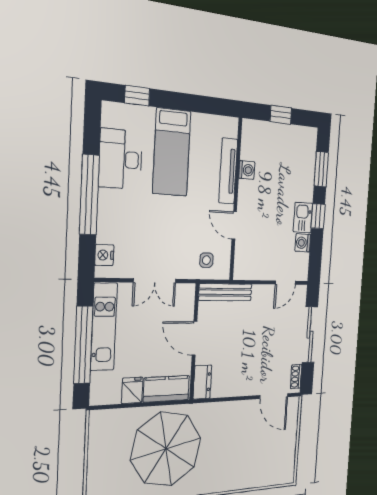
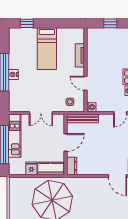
desk: (121, 159) -> (20, 54), removed
washing machine: (247, 170) -> (91, 107), moved
tv unit: (228, 171) -> (80, 55), width x0.71
nightstand: (104, 255) -> (13, 75), moved
door: (195, 338) -> (65, 143), swing flipped

